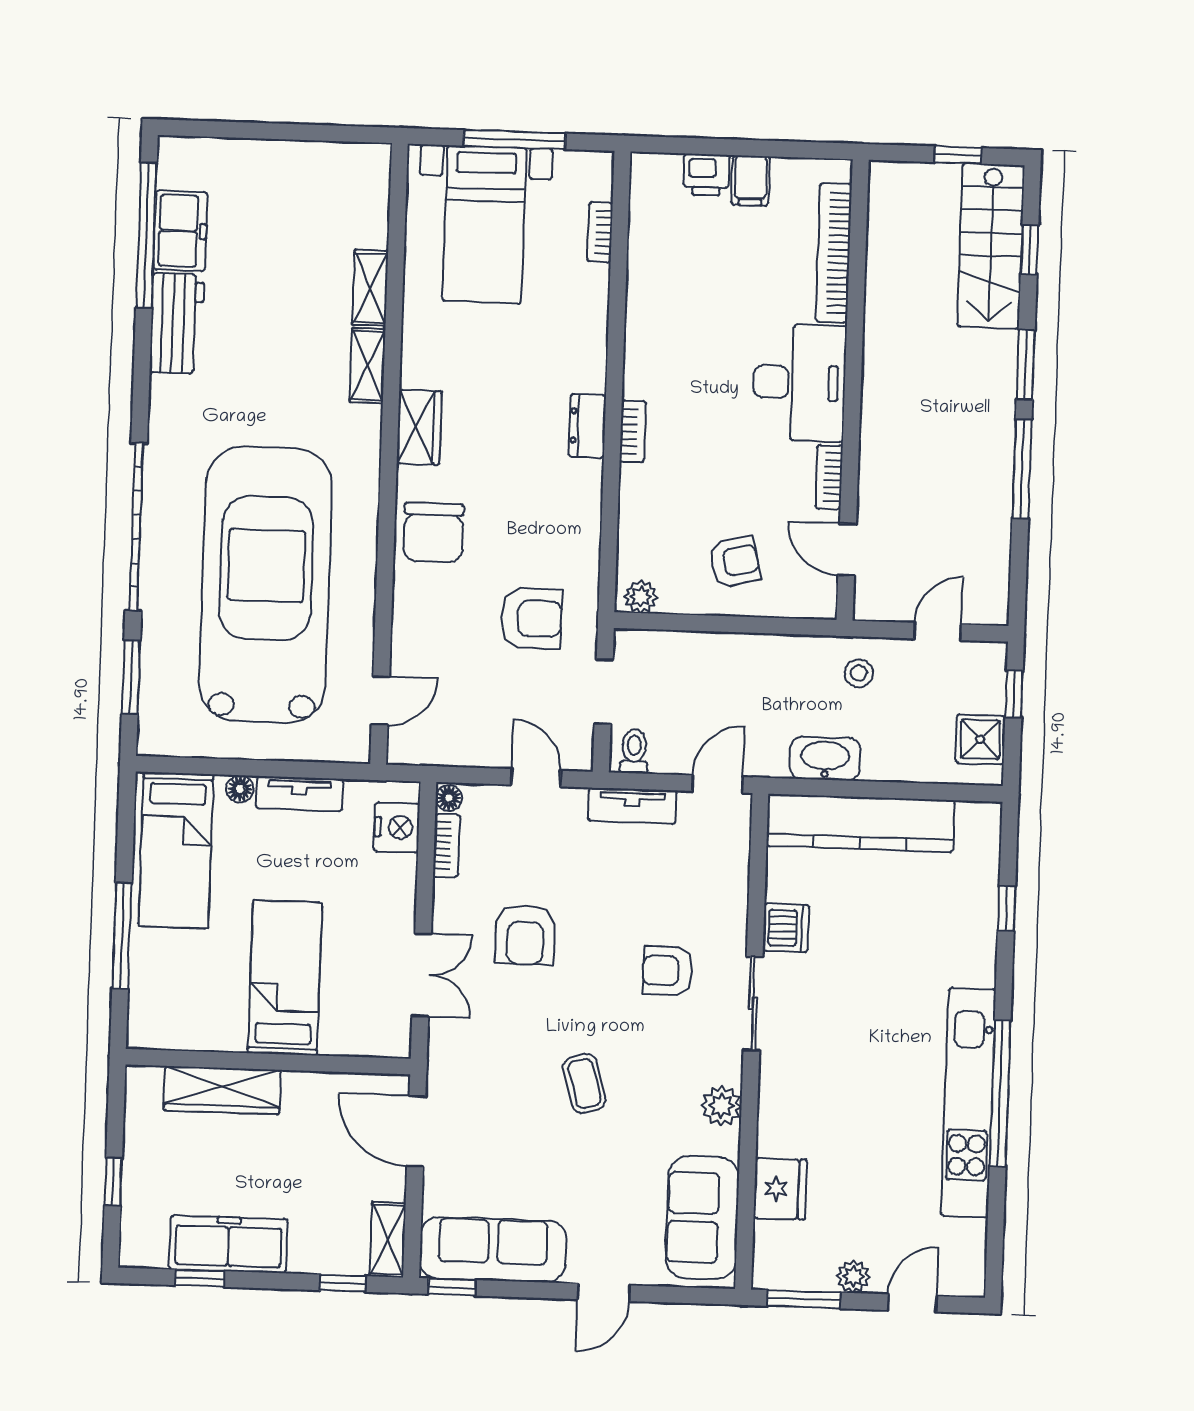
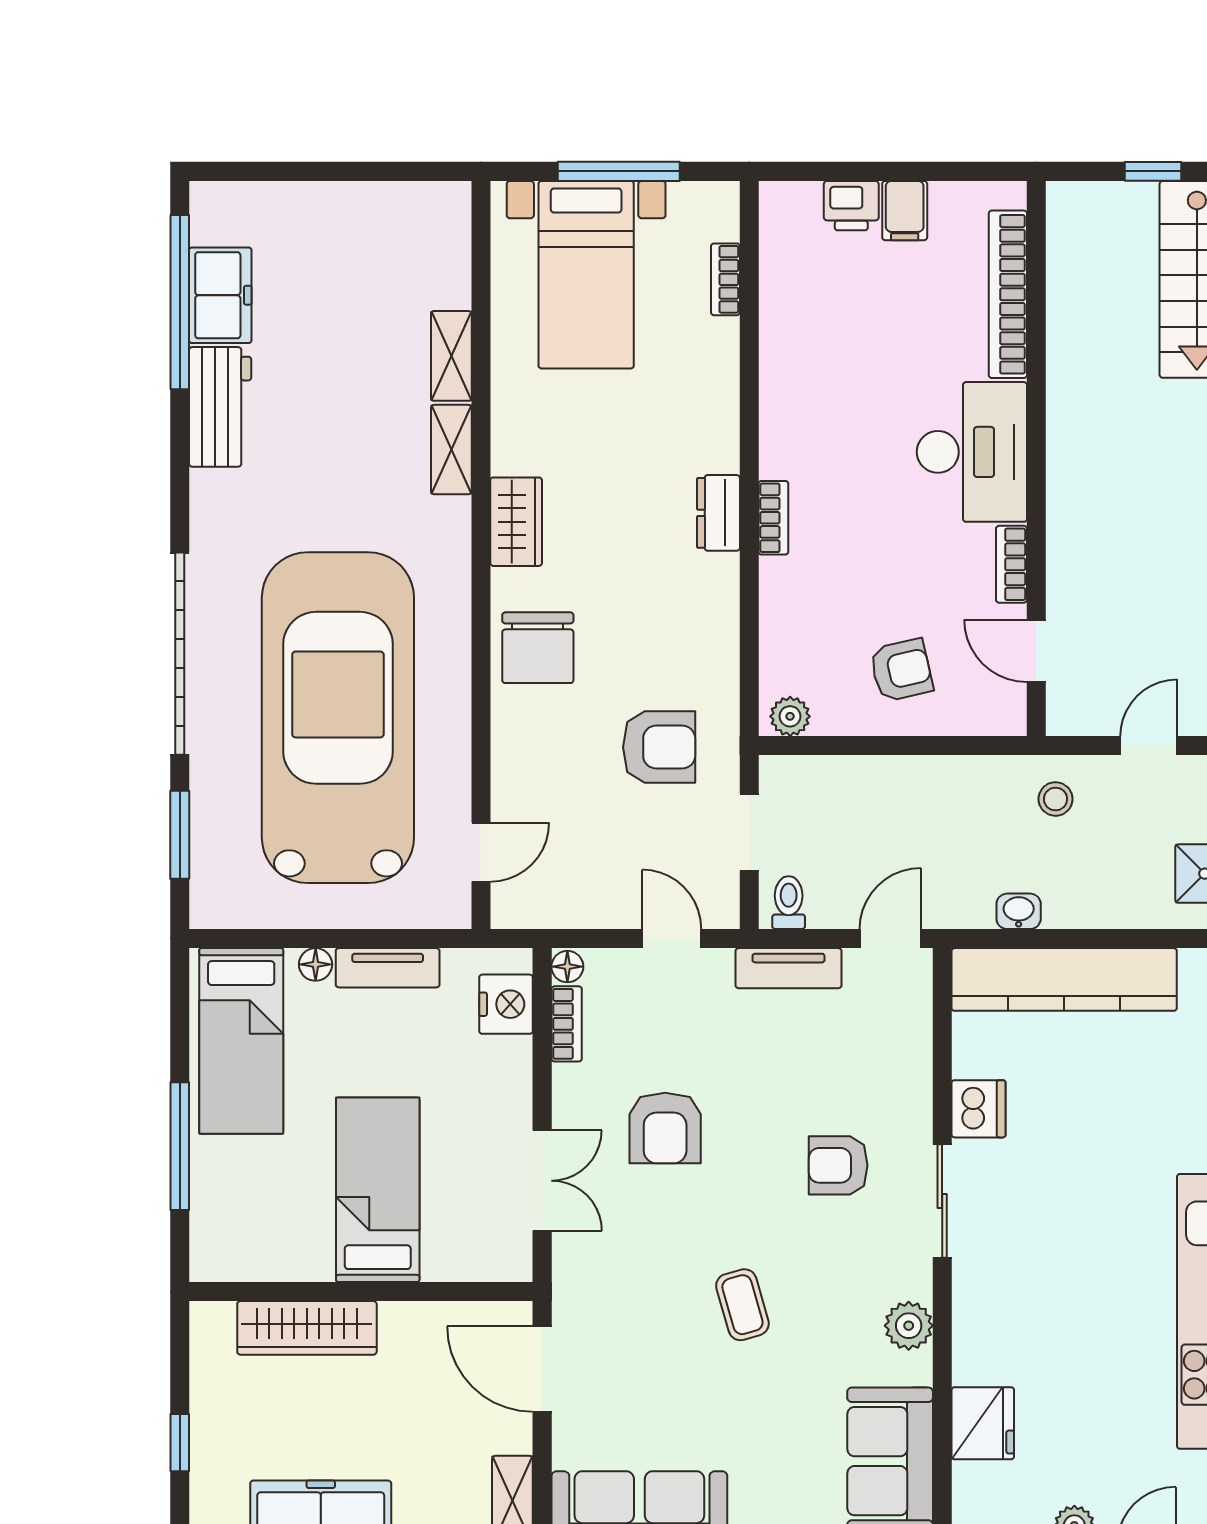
washbasin: (825, 759) -> (1019, 911), width x0.52, depth x0.69

